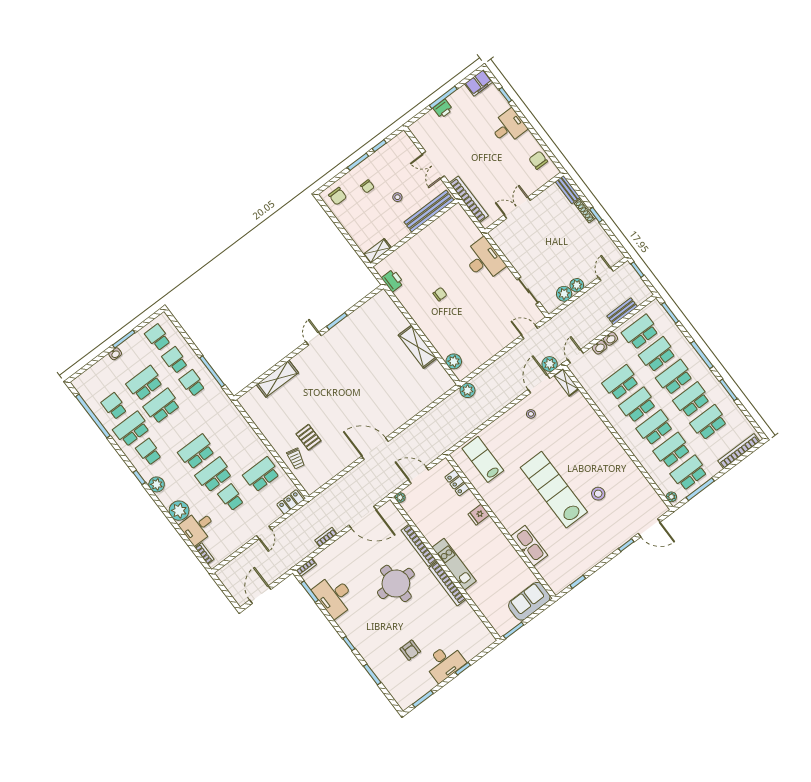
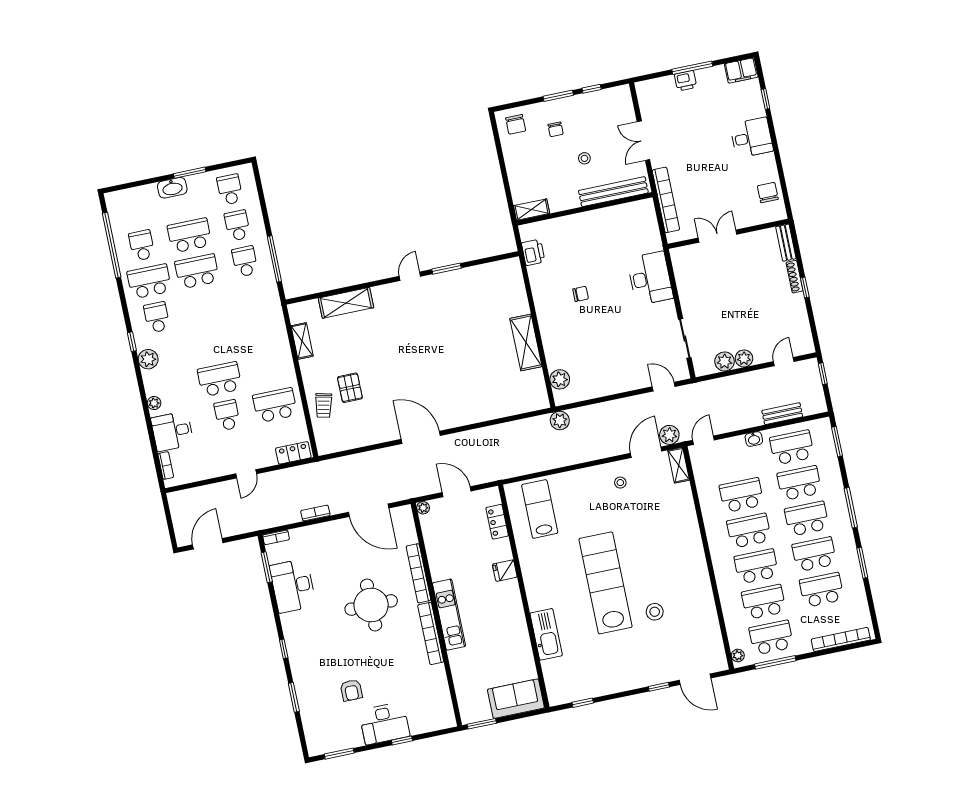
washbasin: (599, 347) -> (736, 443), removed
washbasin: (115, 354) -> (172, 188), width x1.91, depth x1.45
shelving: (259, 420) -> (302, 341), added
school desk: (196, 452) -> (212, 343), removed
plant: (179, 511) -> (154, 403), width x0.53, depth x0.53

